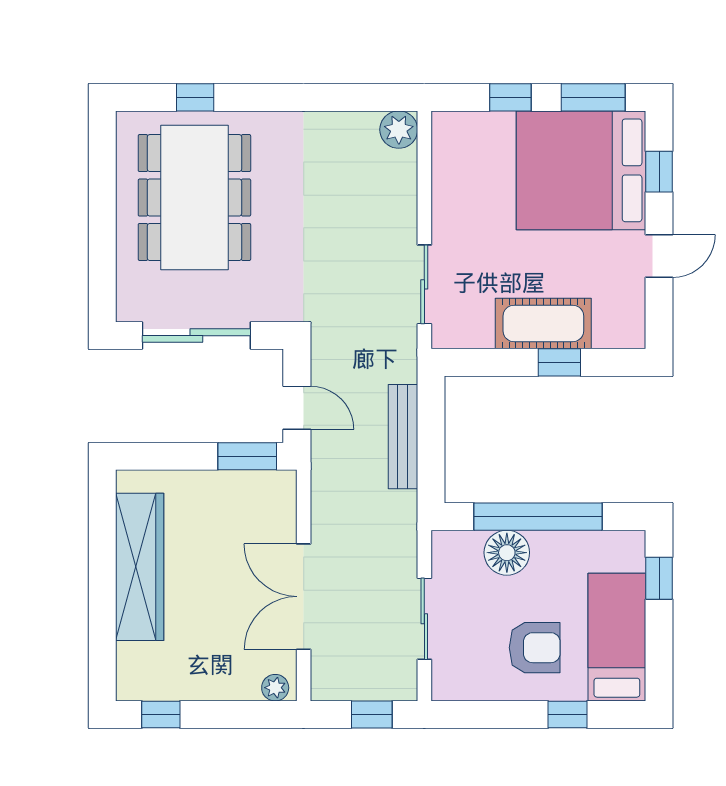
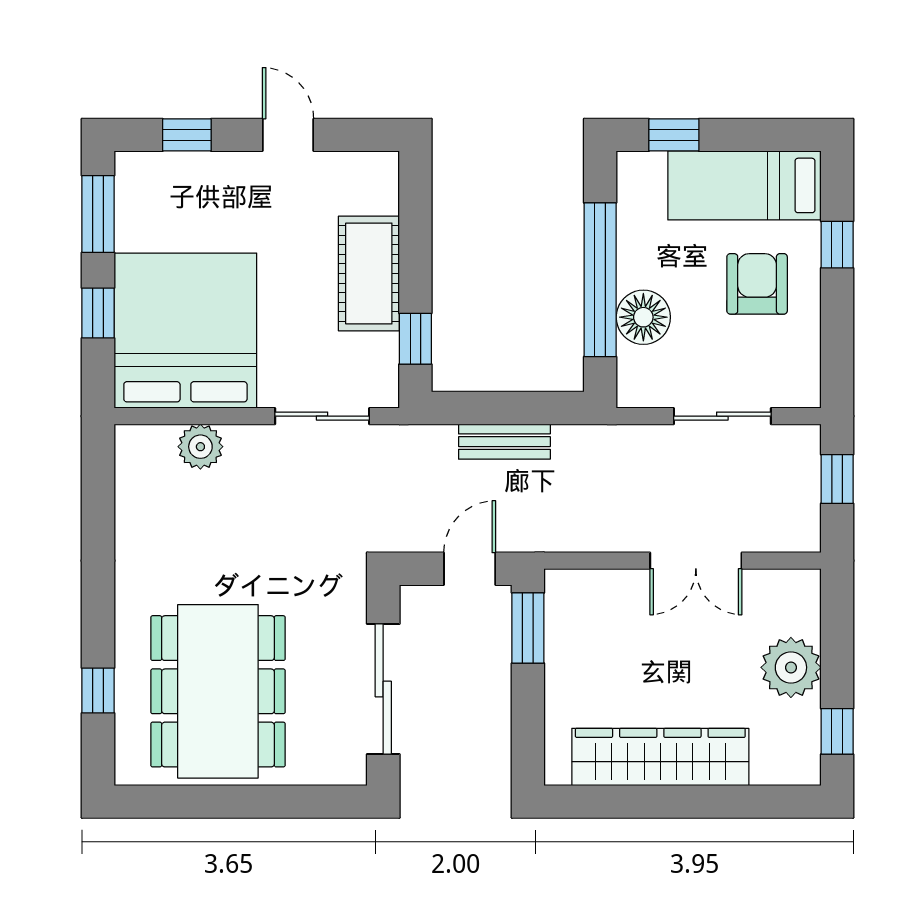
plant: (399, 130) -> (200, 447), moved
bed: (581, 170) -> (185, 331), moved, turned 180
dining table: (194, 198) -> (218, 691), turned 90
window: (559, 362) -> (415, 339), moved
bench: (403, 437) -> (504, 442), width x0.73
double door: (304, 597) -> (696, 561), width x0.73
plant: (275, 688) -> (791, 667), moved, width x1.88, depth x1.88

